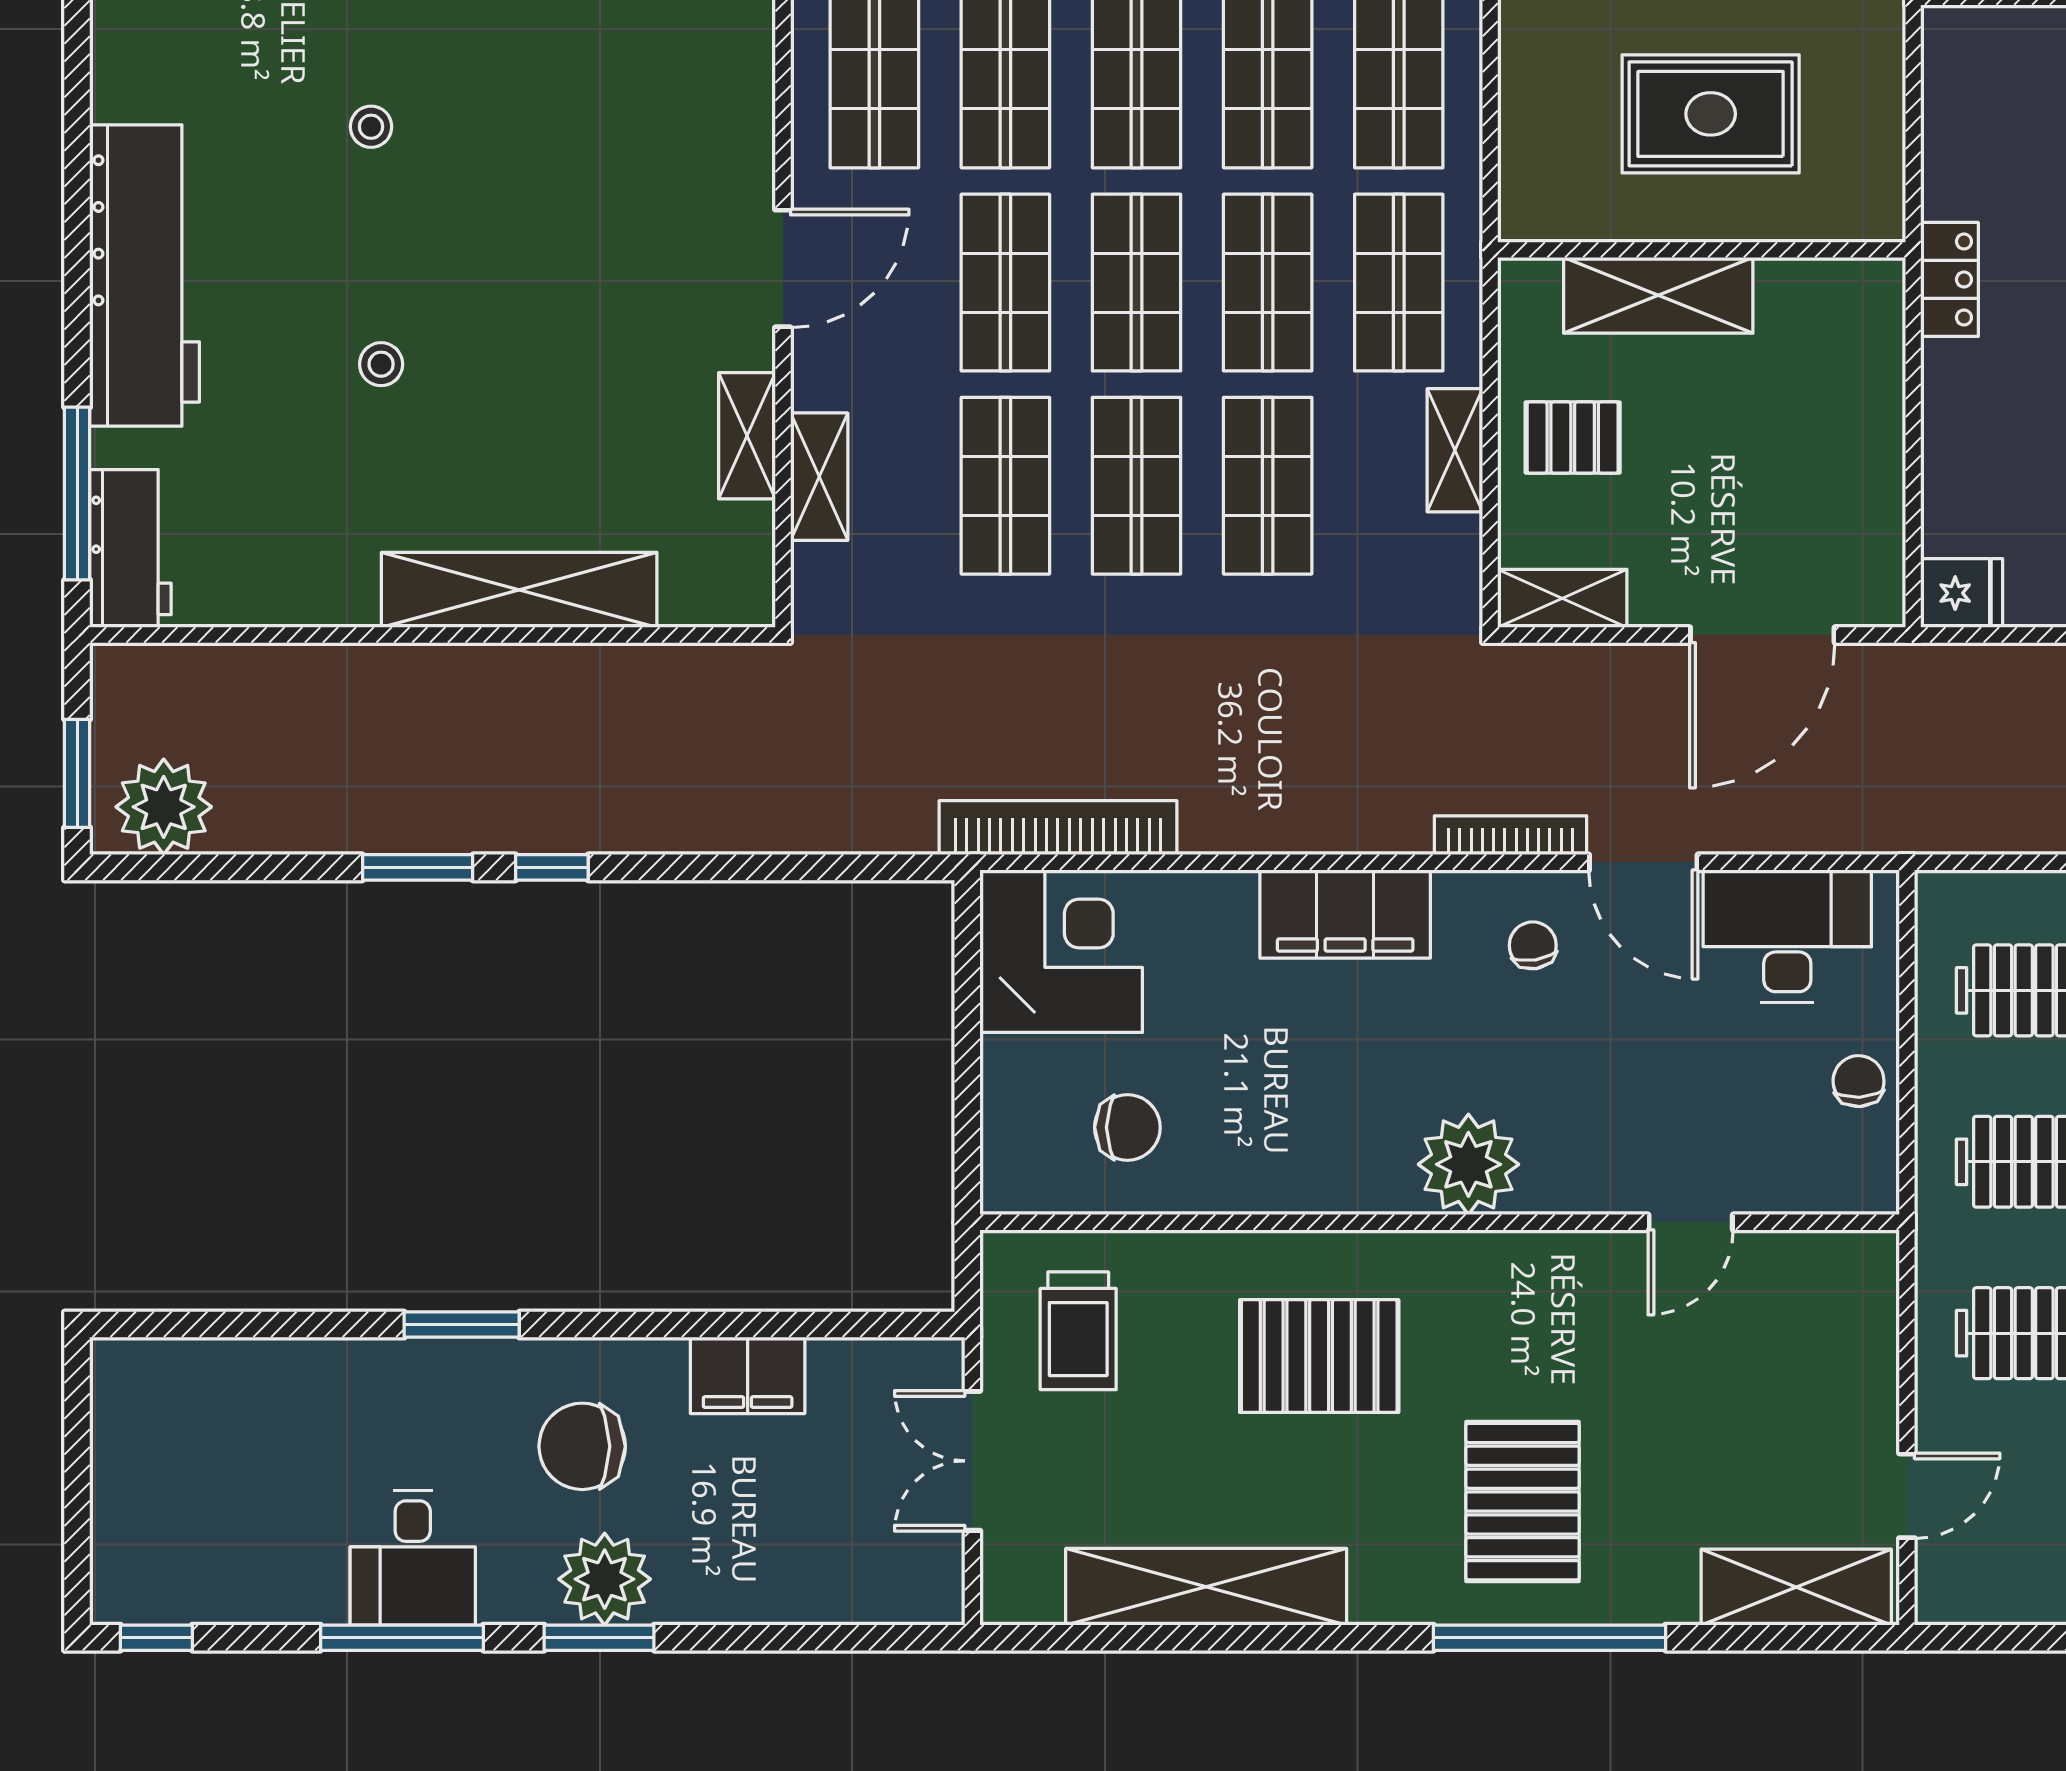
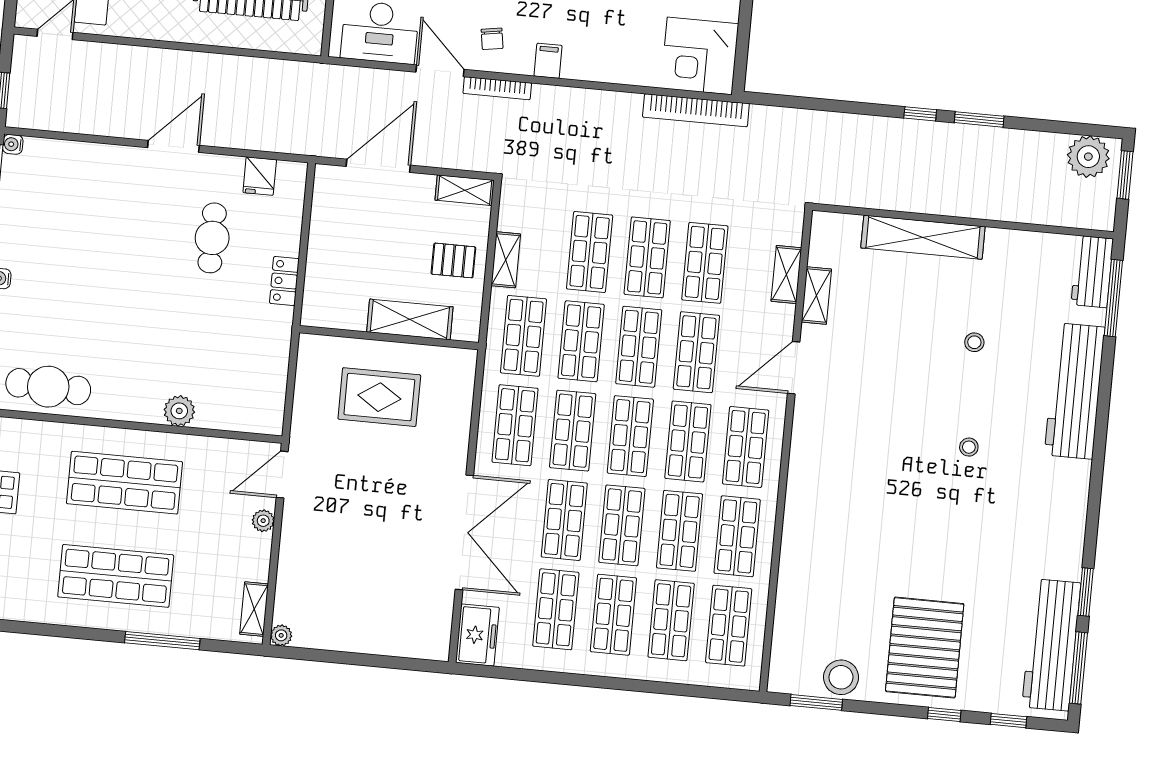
locker: (1950, 279) -> (284, 281), moved
fridge: (1962, 593) -> (260, 176), moved, turned -90
filing cabinet: (1345, 914) -> (548, 61), width x0.33, depth x0.86

